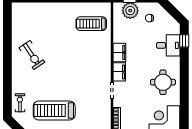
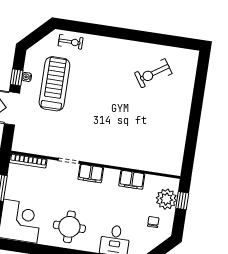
treadmill: (91, 24) -> (157, 147), removed
filing cabinet: (119, 52) -> (132, 180), moved
exercise bike: (32, 55) -> (153, 73), moved

